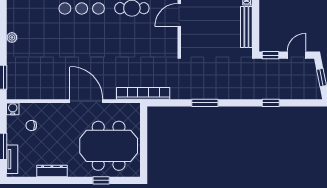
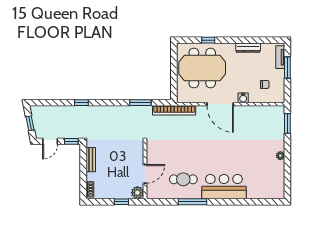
bench: (246, 27) -> (91, 160), width x0.73
window: (205, 103) -> (140, 103), moved
window: (271, 103) -> (81, 103), moved
water cooler: (13, 109) -> (243, 98), moved

